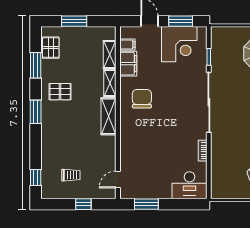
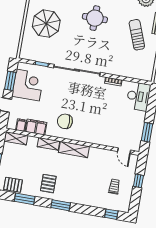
shelving: (110, 54) -> (16, 138), moved

